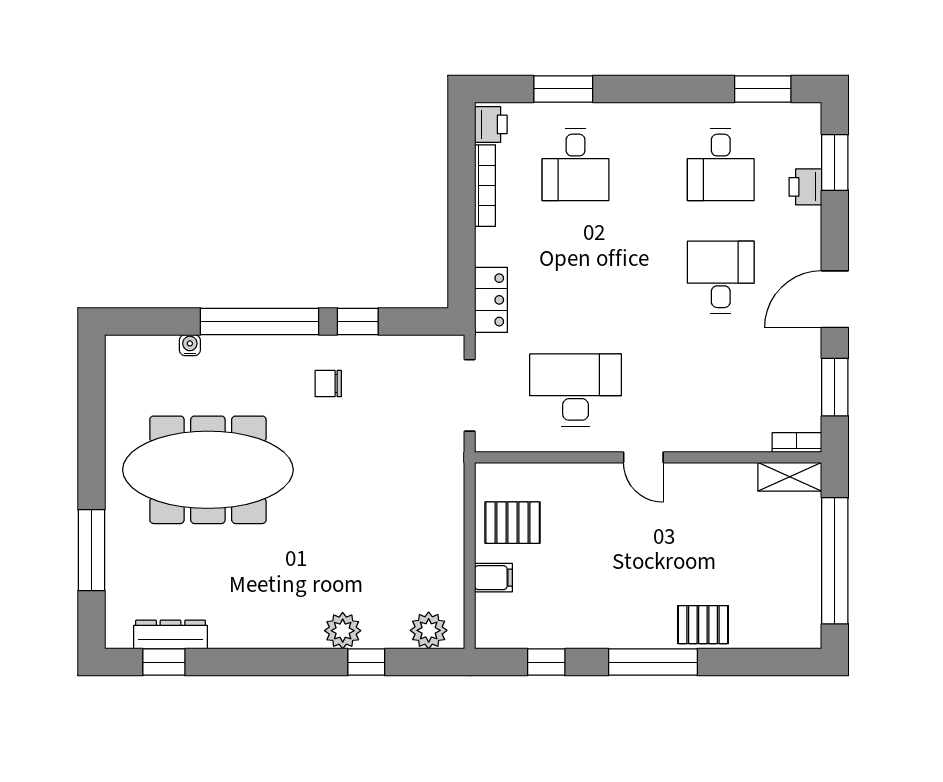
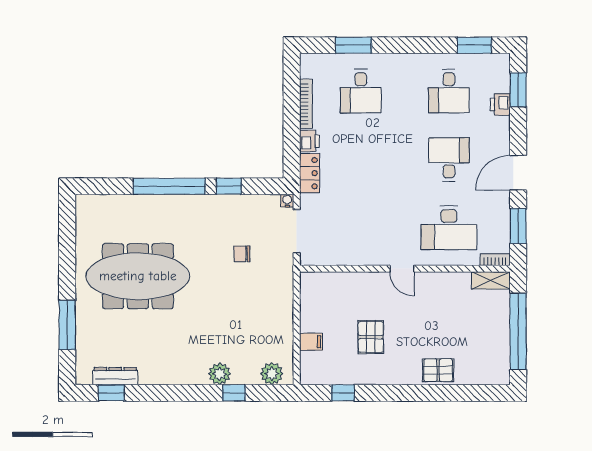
printer: (491, 124) -> (309, 141), moved
water cooler: (190, 345) -> (287, 201), moved
chair: (328, 384) -> (242, 254), moved
desk: (576, 390) -> (449, 228), moved, turned 180
pallet: (513, 523) -> (371, 337), moved, turned 90
window: (653, 662) -> (408, 393), removed

